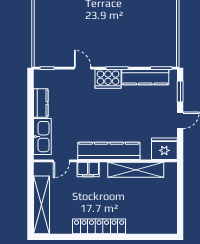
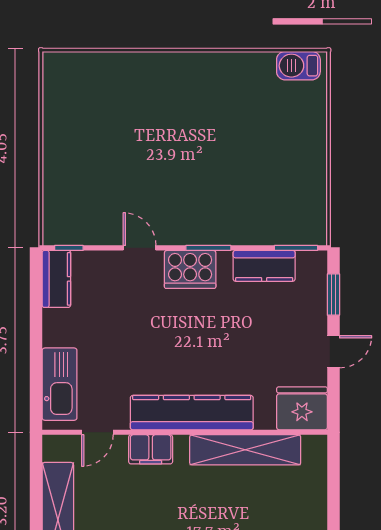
kitchen counter: (145, 77) -> (264, 266), width x0.67
kitchen counter: (41, 103) -> (56, 279), moved

